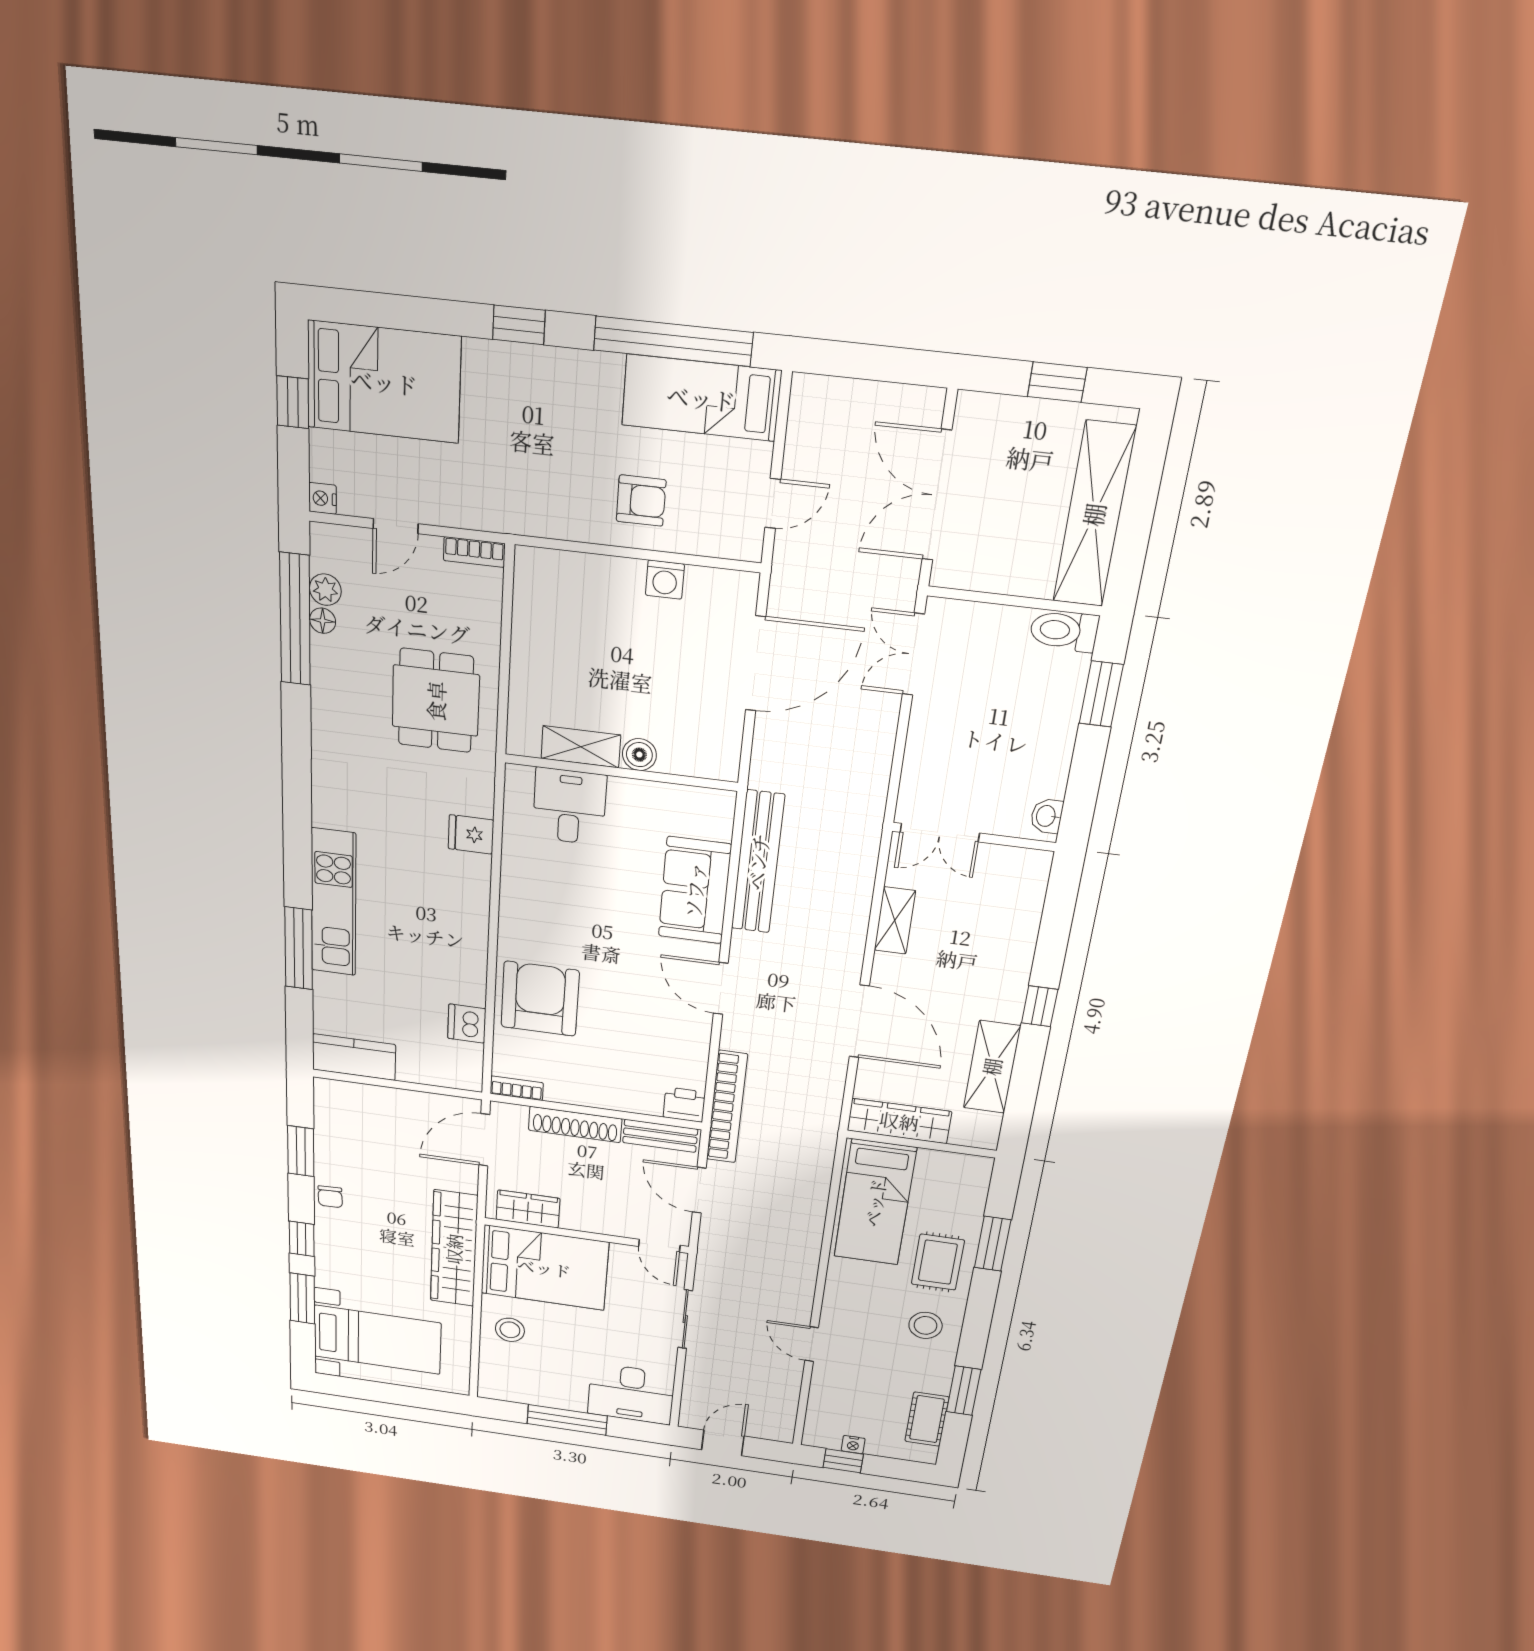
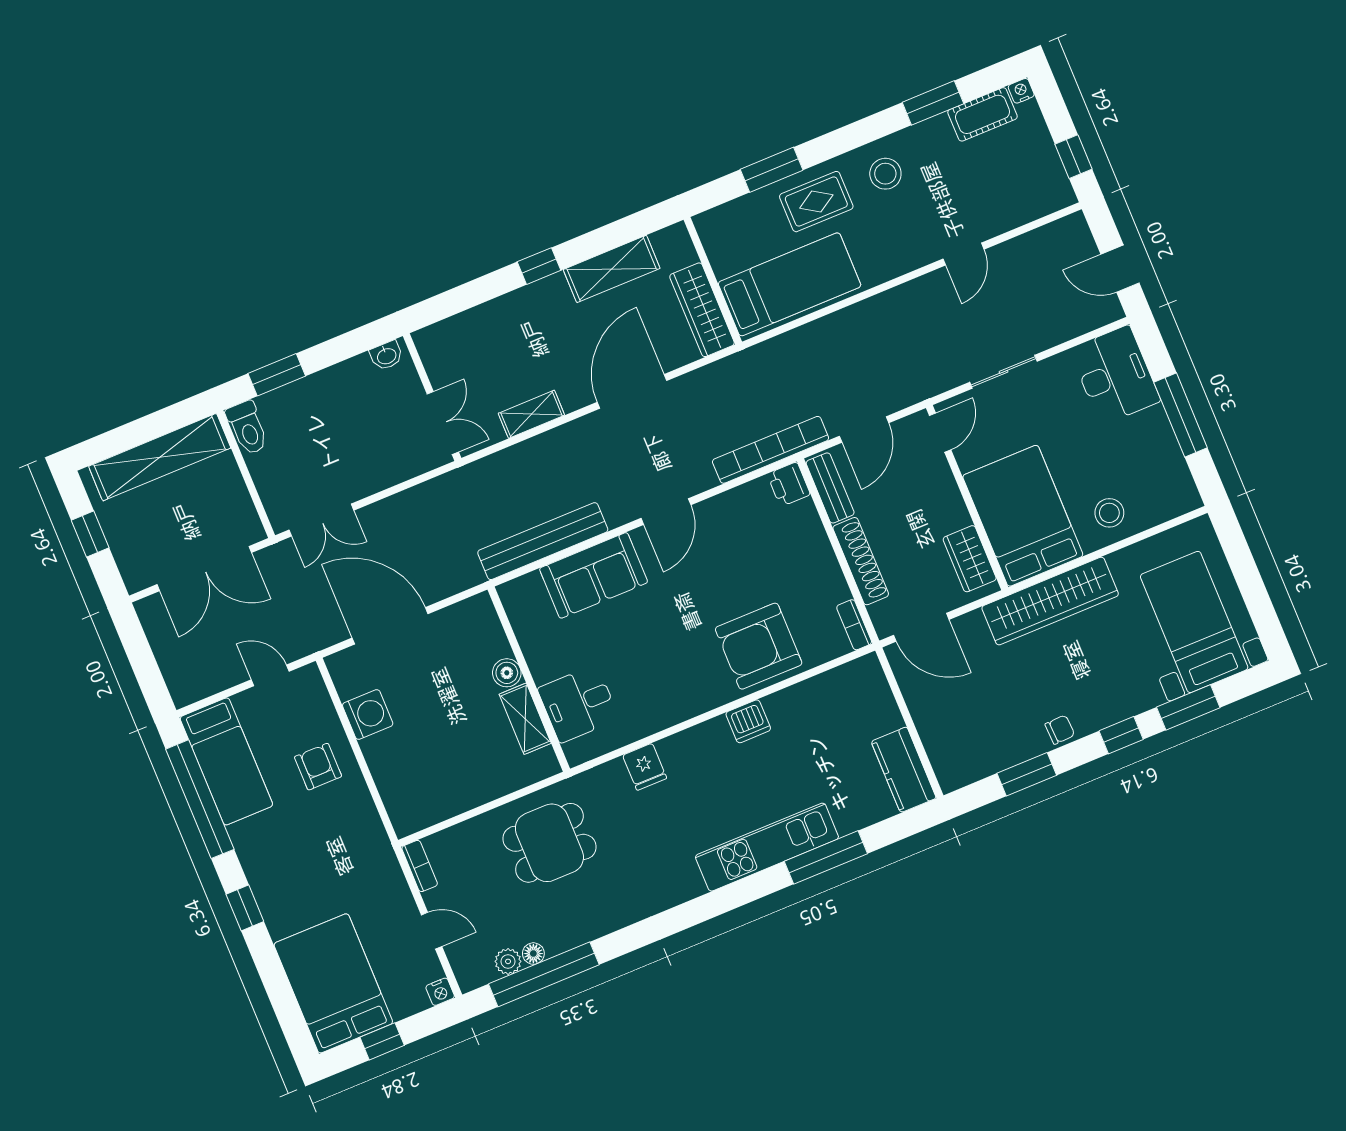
washing machine: (665, 580) -> (368, 714), width x1.38, depth x1.38
dishwasher: (467, 1024) -> (748, 721), moved
nightstand: (853, 1445) -> (1021, 91), moved, turned -90

